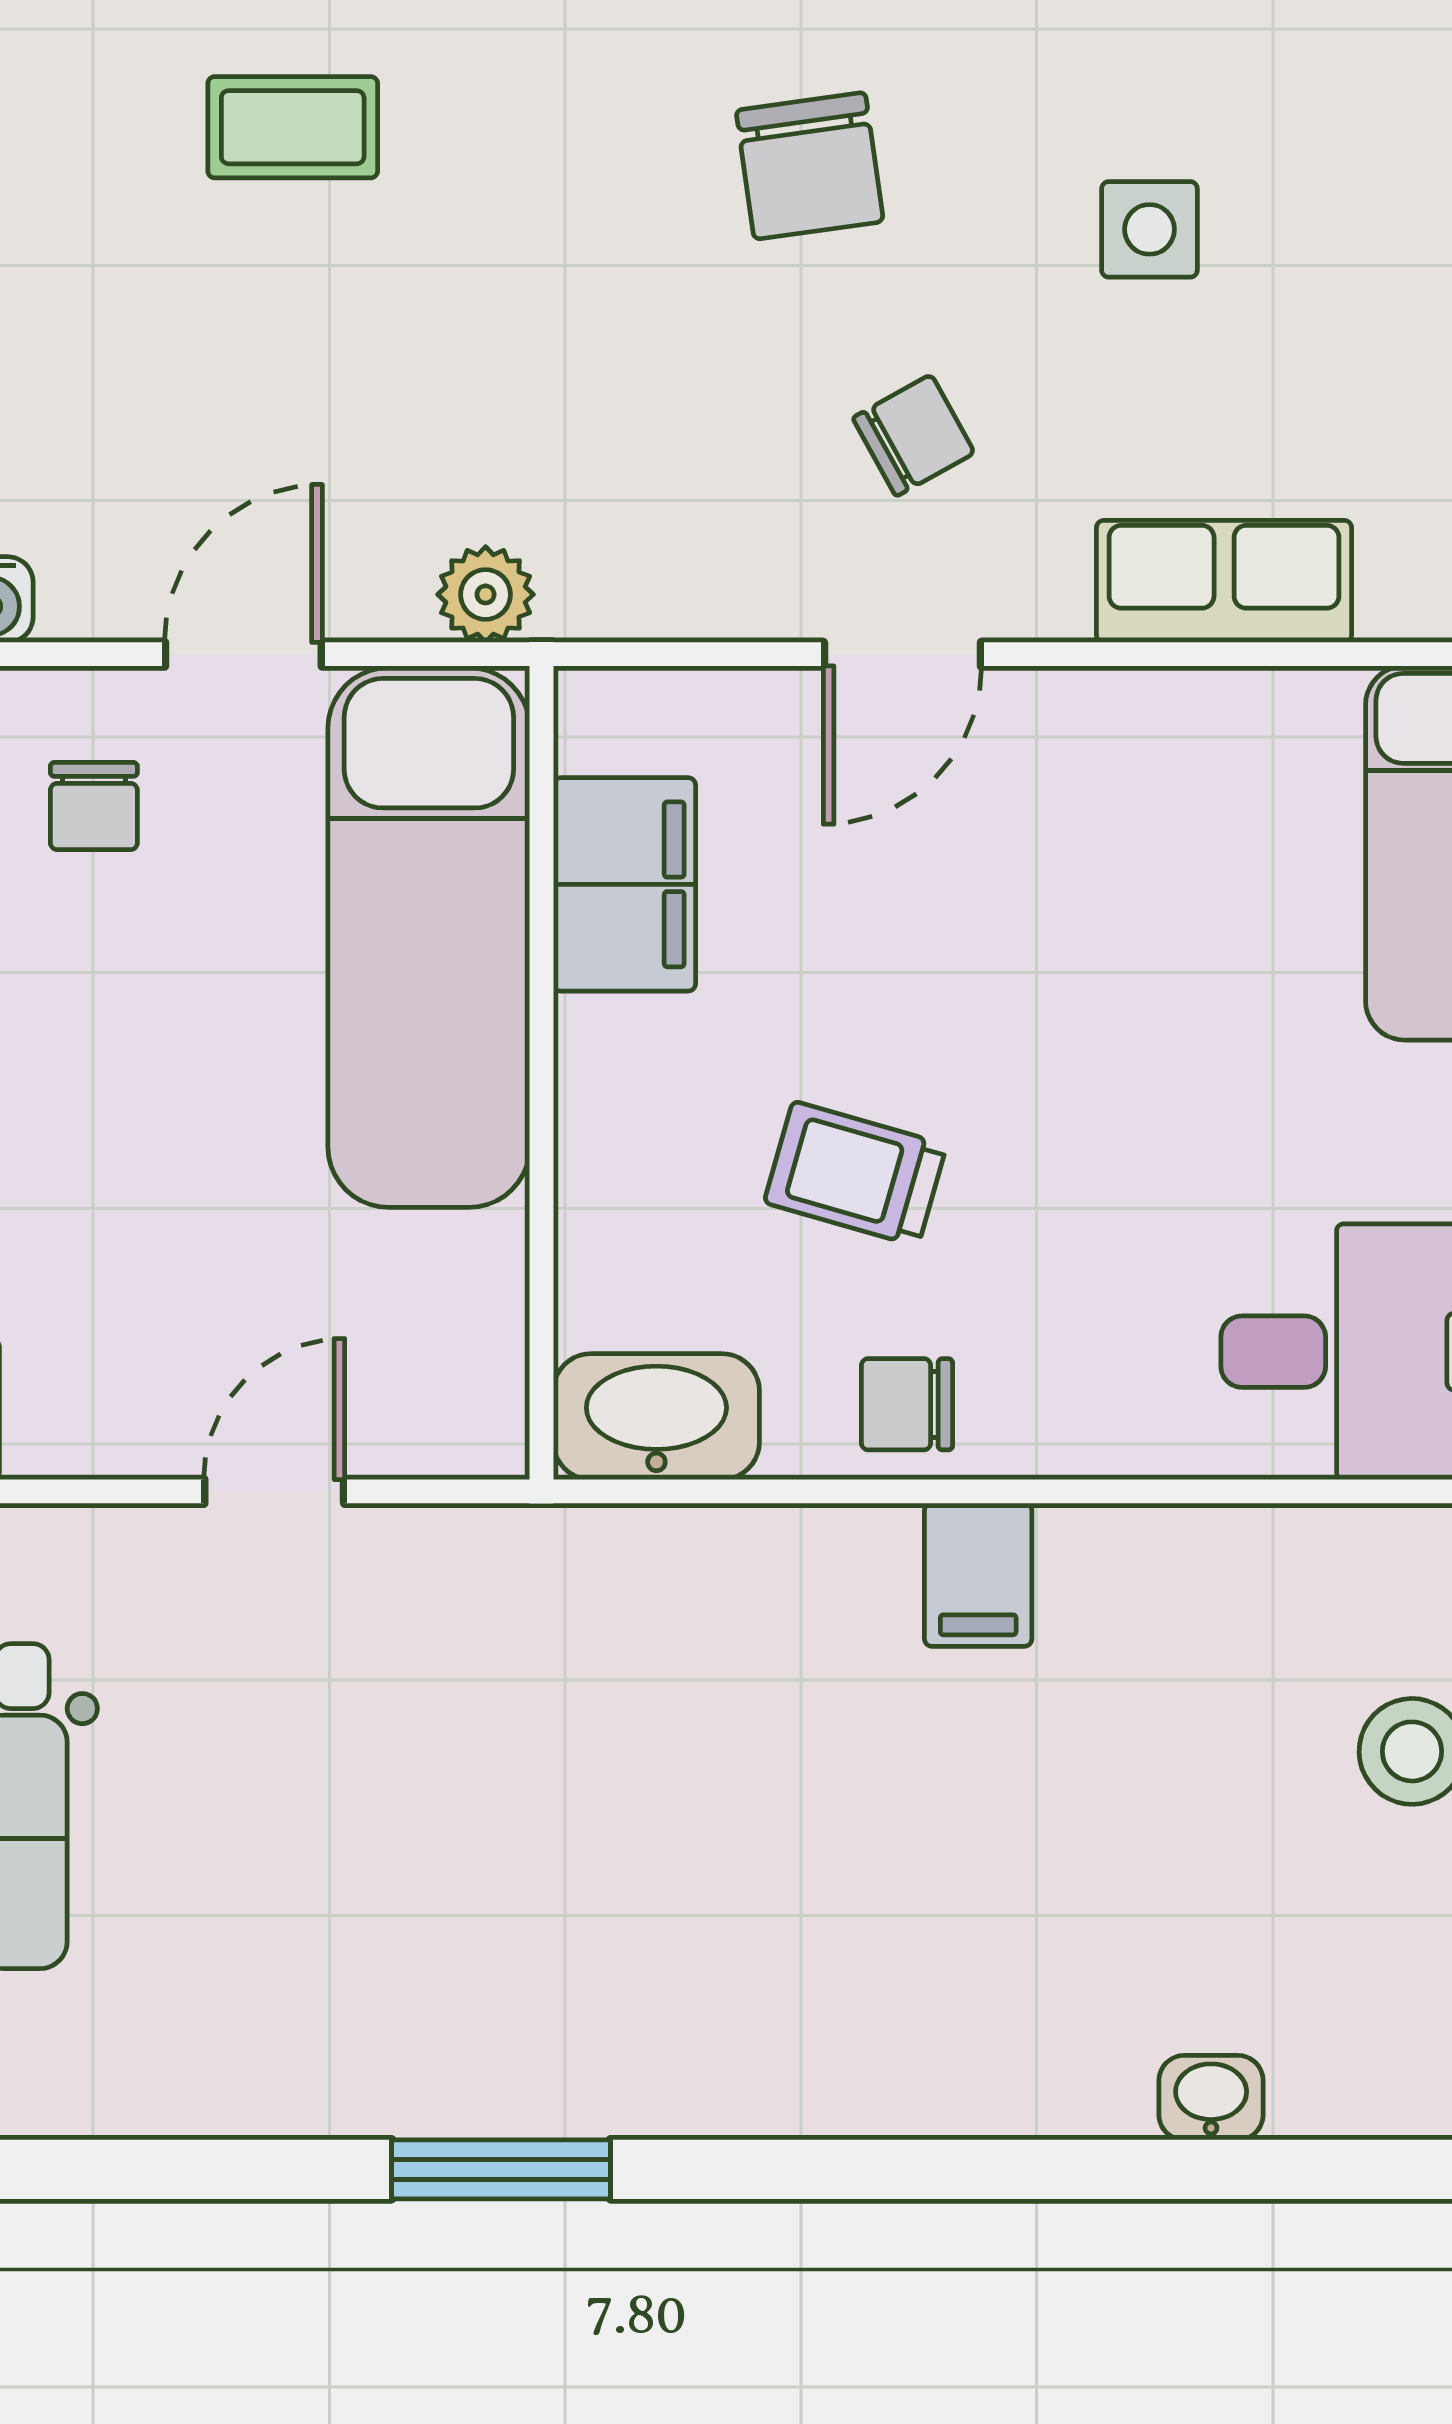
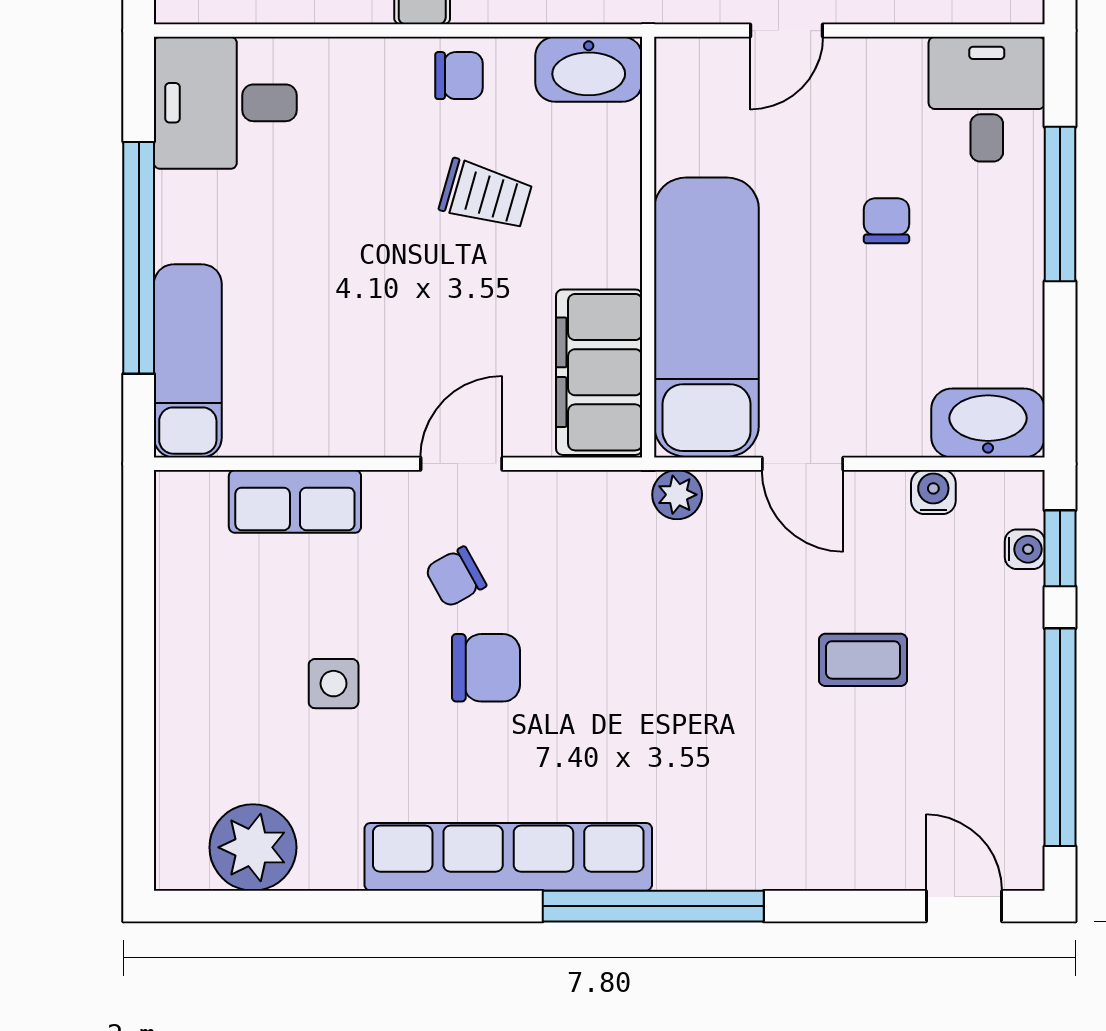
coffee table: (293, 127) -> (863, 660), moved
chair: (810, 166) -> (486, 668), moved, turned 98
door: (243, 654) -> (802, 464), hinge flipped
chair: (94, 806) -> (886, 221), moved
filing cabinet: (624, 884) -> (599, 372), width x1.50, depth x1.17

